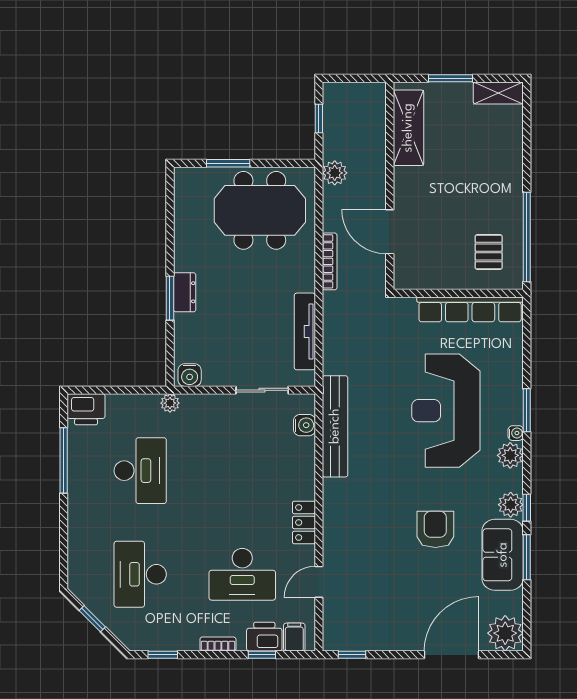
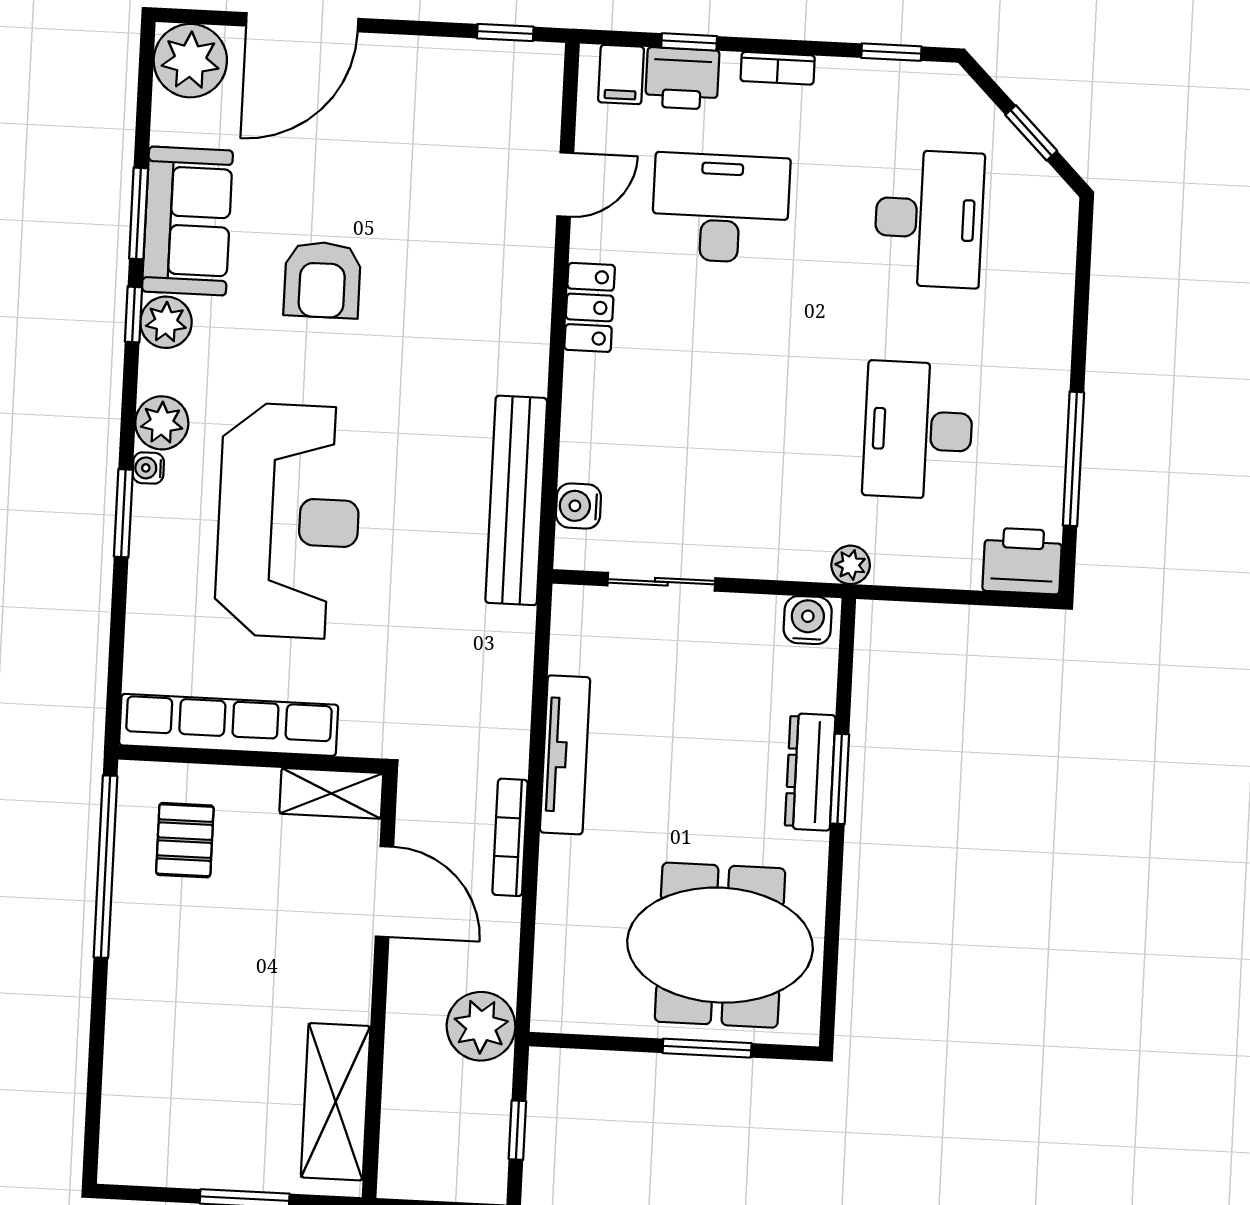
shelving: (498, 93) -> (331, 793), moved
plant: (335, 173) -> (481, 1026), width x1.36, depth x1.36
meeting table: (260, 210) -> (720, 945), moved
dresser: (185, 292) -> (810, 772), width x1.44
tv unit: (305, 331) -> (565, 755), moved

